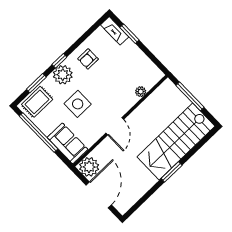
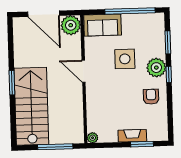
fireplace: (115, 31) -> (132, 136), moved
plant: (141, 92) -> (93, 138), moved
rug: (37, 102) -> (154, 30), removed

